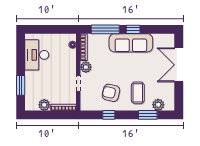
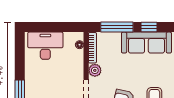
desk: (37, 55) -> (45, 46), moved, turned 90

